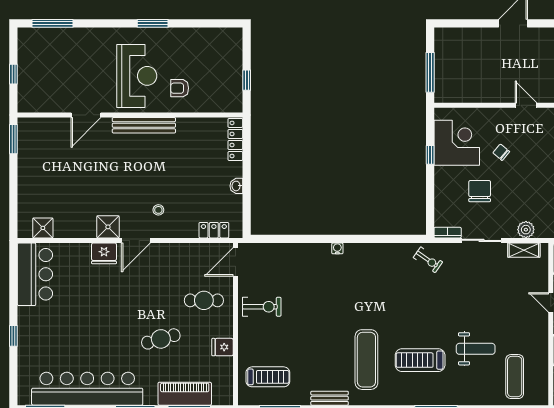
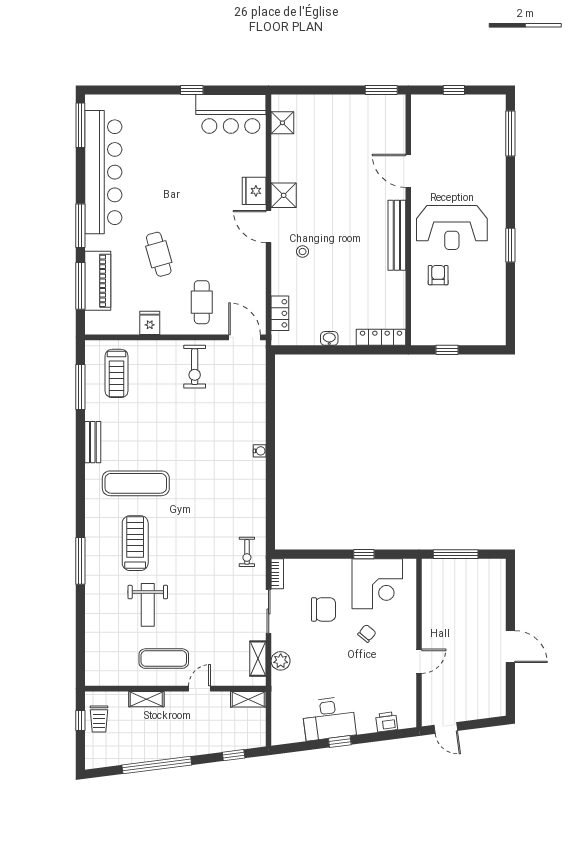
exercise bike: (428, 260) -> (247, 552), turned -35
window: (13, 336) -> (192, 90), moved
exercise mat: (515, 377) -> (164, 659), moved

